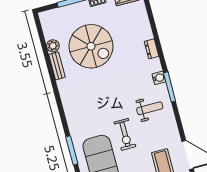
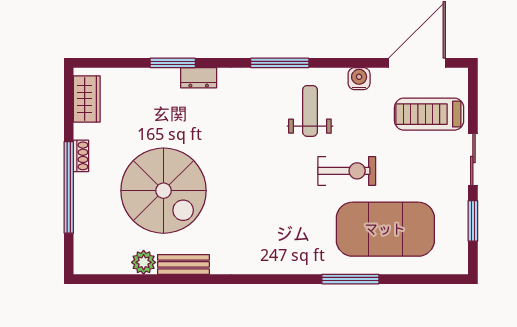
window: (155, 34) -> (173, 63), added
spiral stairs: (91, 46) -> (163, 191), turned 90
water cooler: (159, 78) -> (359, 79), moved

